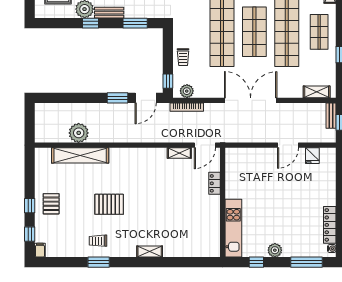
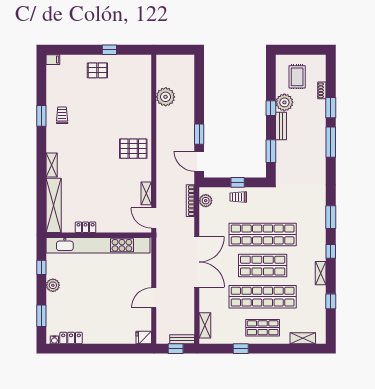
window: (168, 81) -> (238, 182), moved
door: (288, 145) -> (154, 298), hinge flipped
shelving: (80, 155) -> (54, 205), moved
fridge: (312, 156) -> (144, 337), moved
locker: (215, 183) -> (86, 227), moved
pallet: (109, 204) -> (133, 149), moved, turned 90
window: (30, 206) -> (109, 50), moved
locker: (330, 225) -> (71, 338), width x0.66
kitchen unit: (233, 228) -> (98, 245), width x1.86
window: (30, 234) -> (68, 50), removed
window: (307, 262) -> (41, 316), width x0.69

